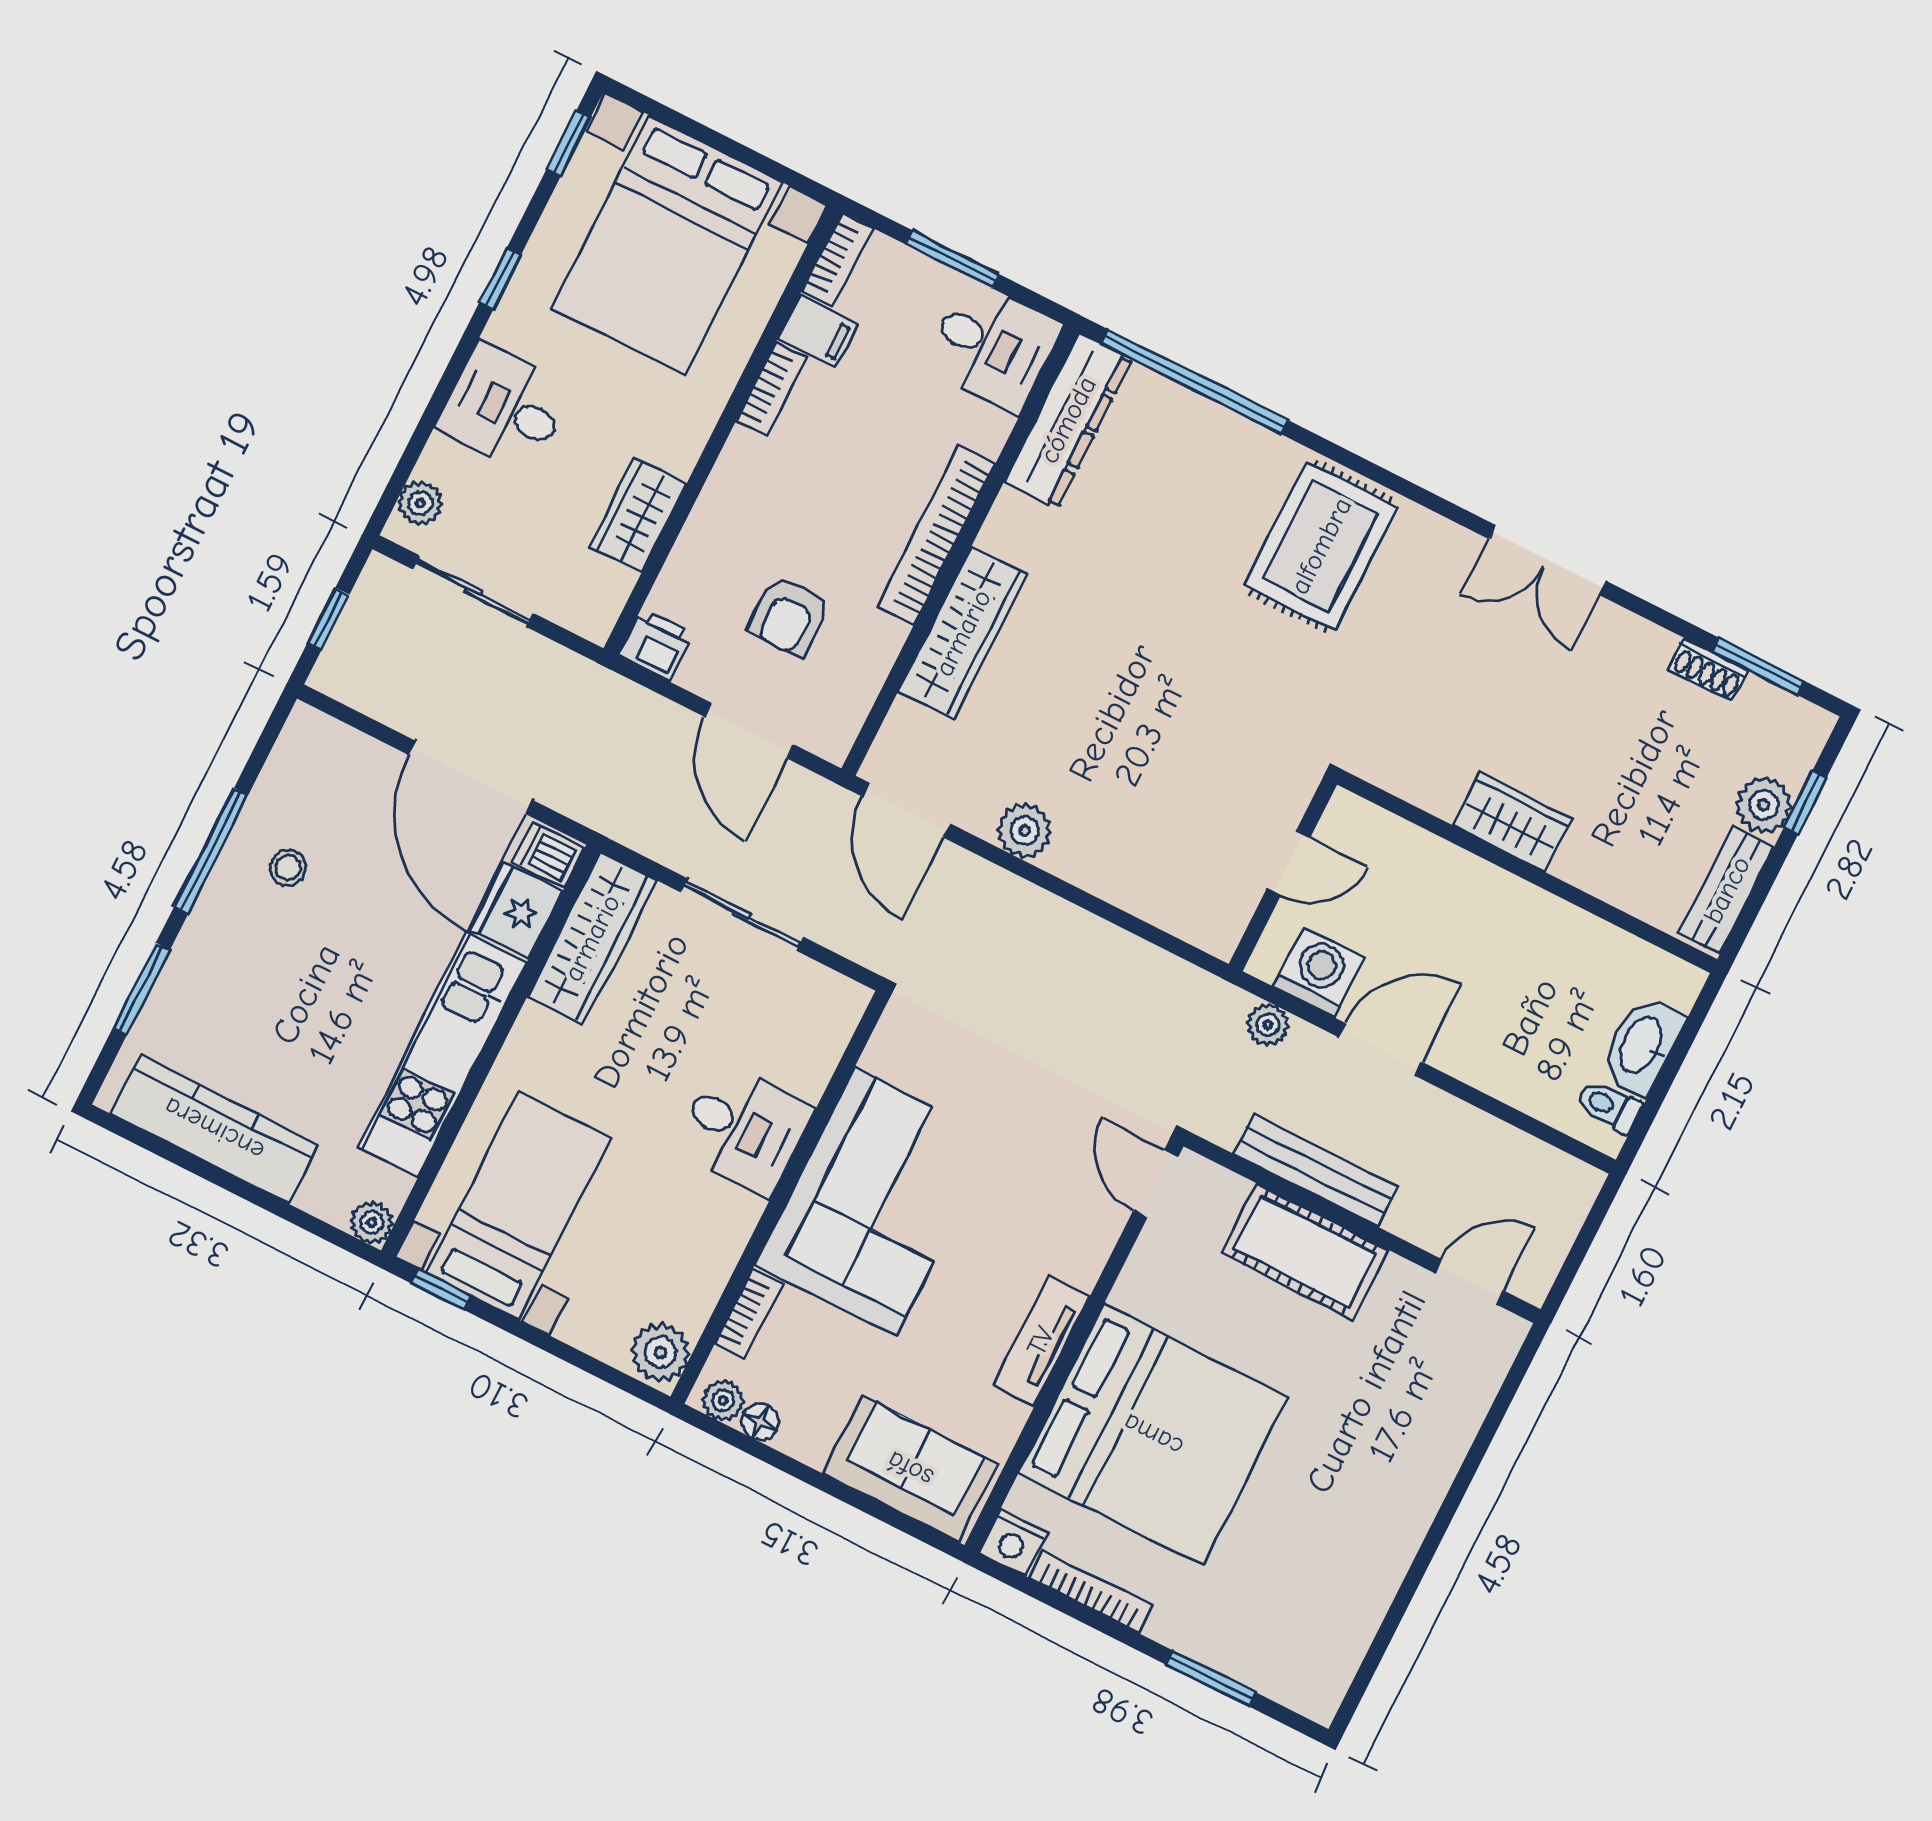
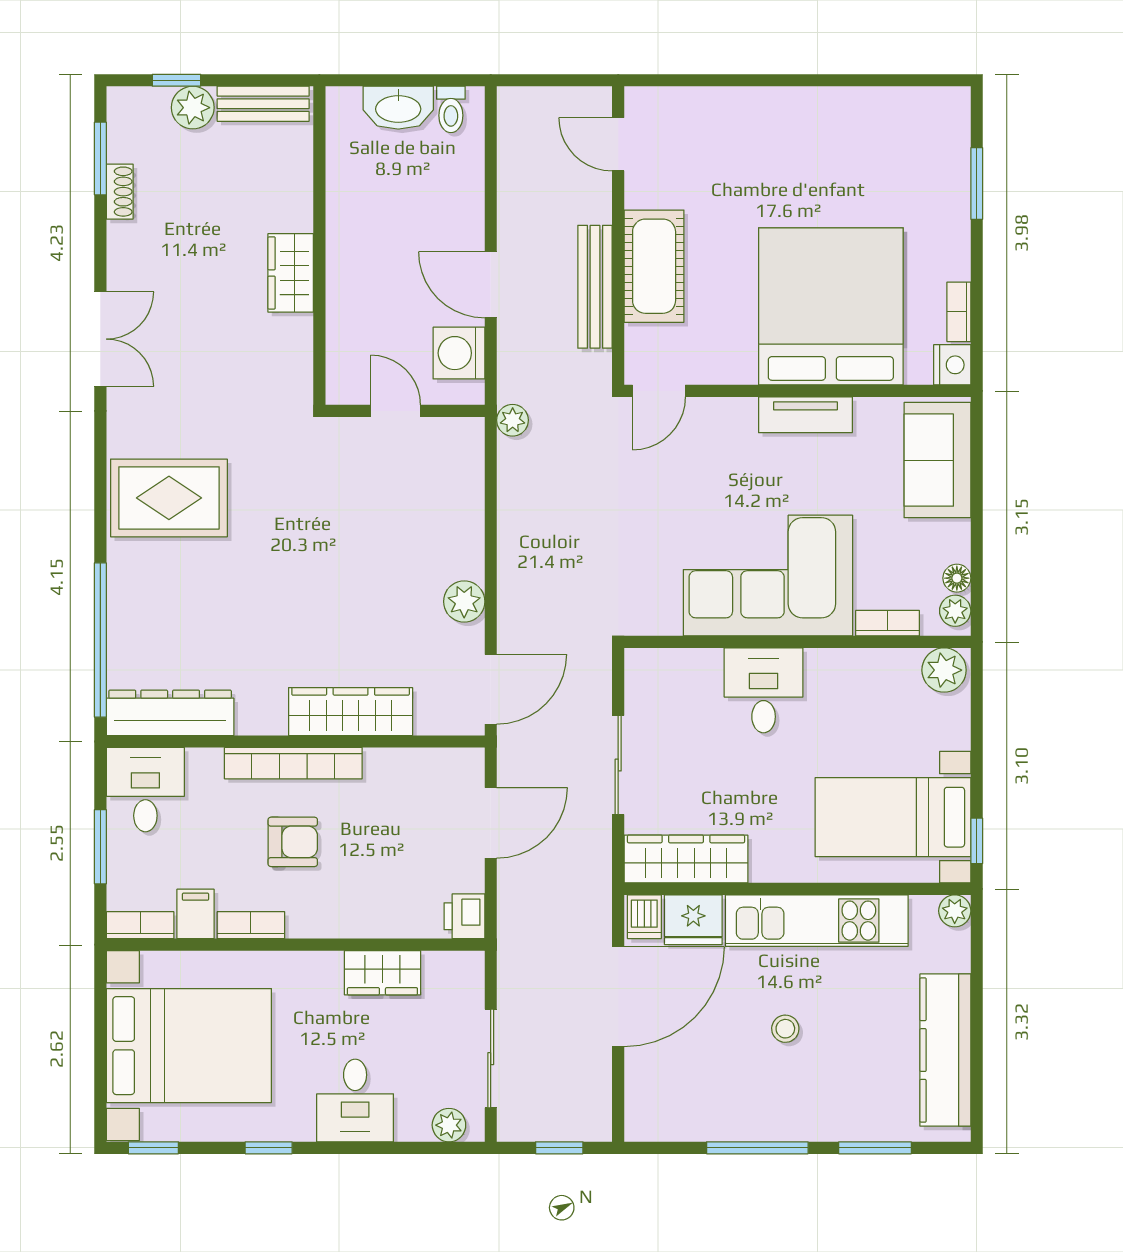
armchair: (789, 616) -> (293, 842), moved
stool: (288, 868) -> (785, 1029), moved
plant: (1268, 1025) -> (513, 420), moved
bookcase: (1091, 1592) -> (959, 312), width x0.64

